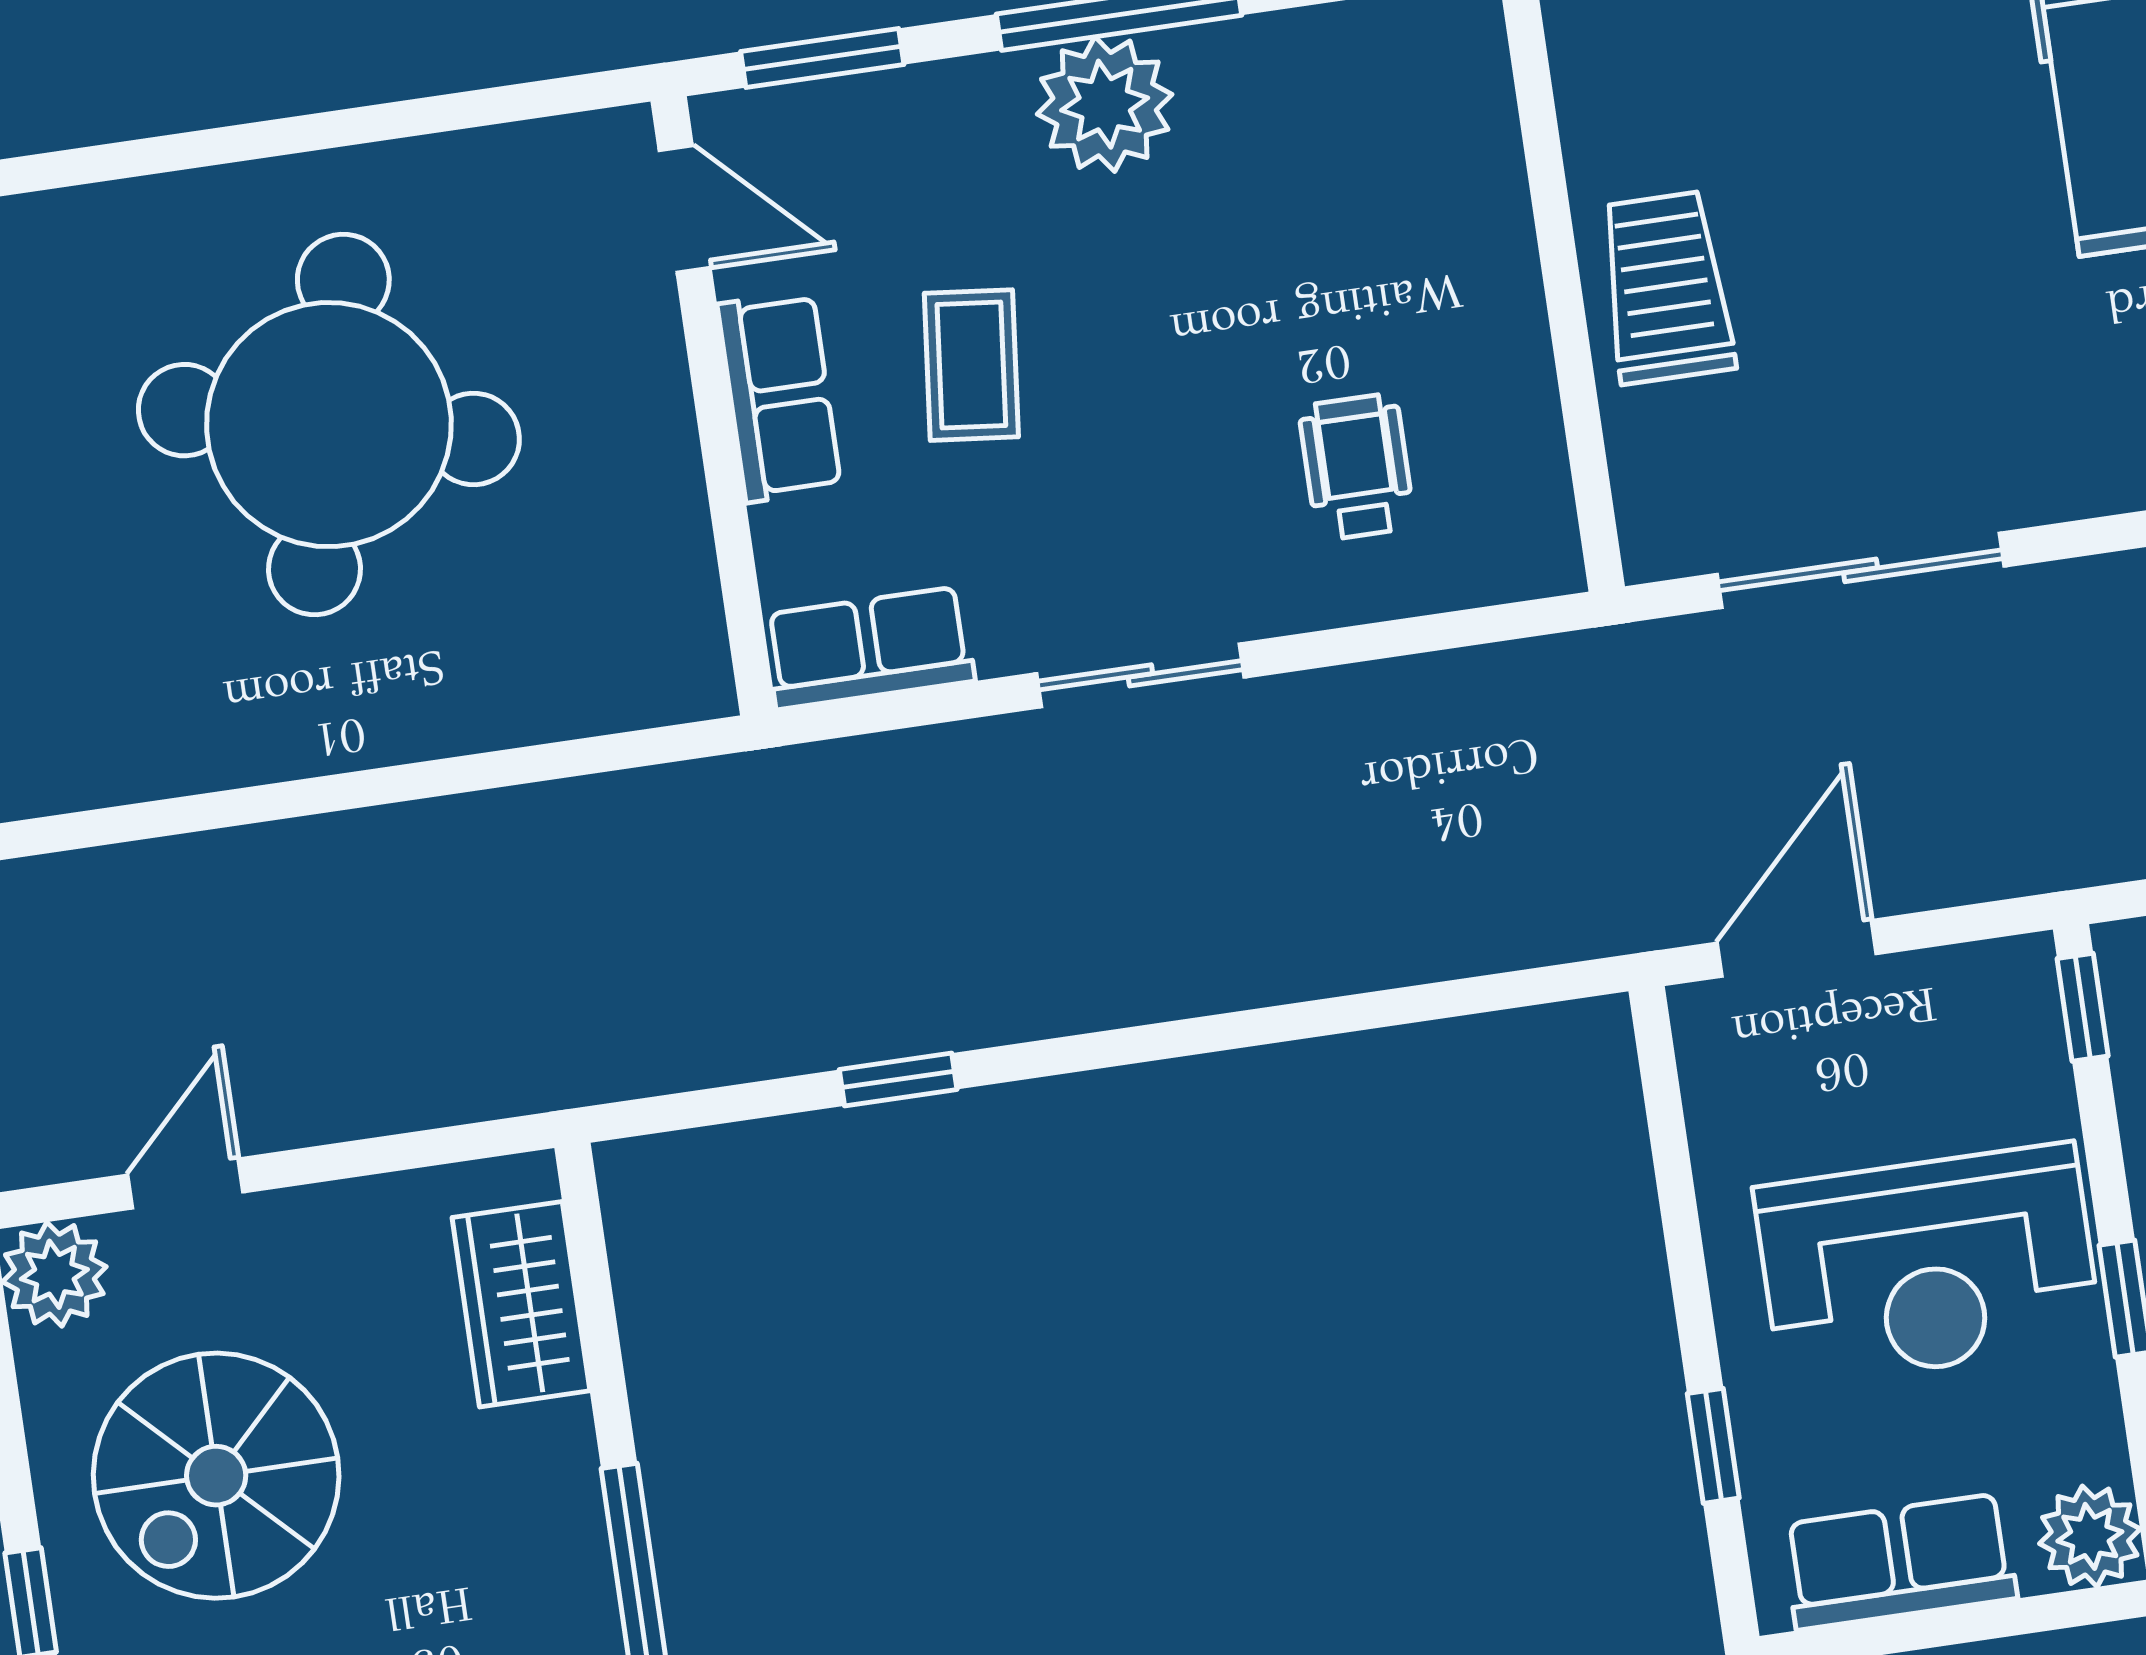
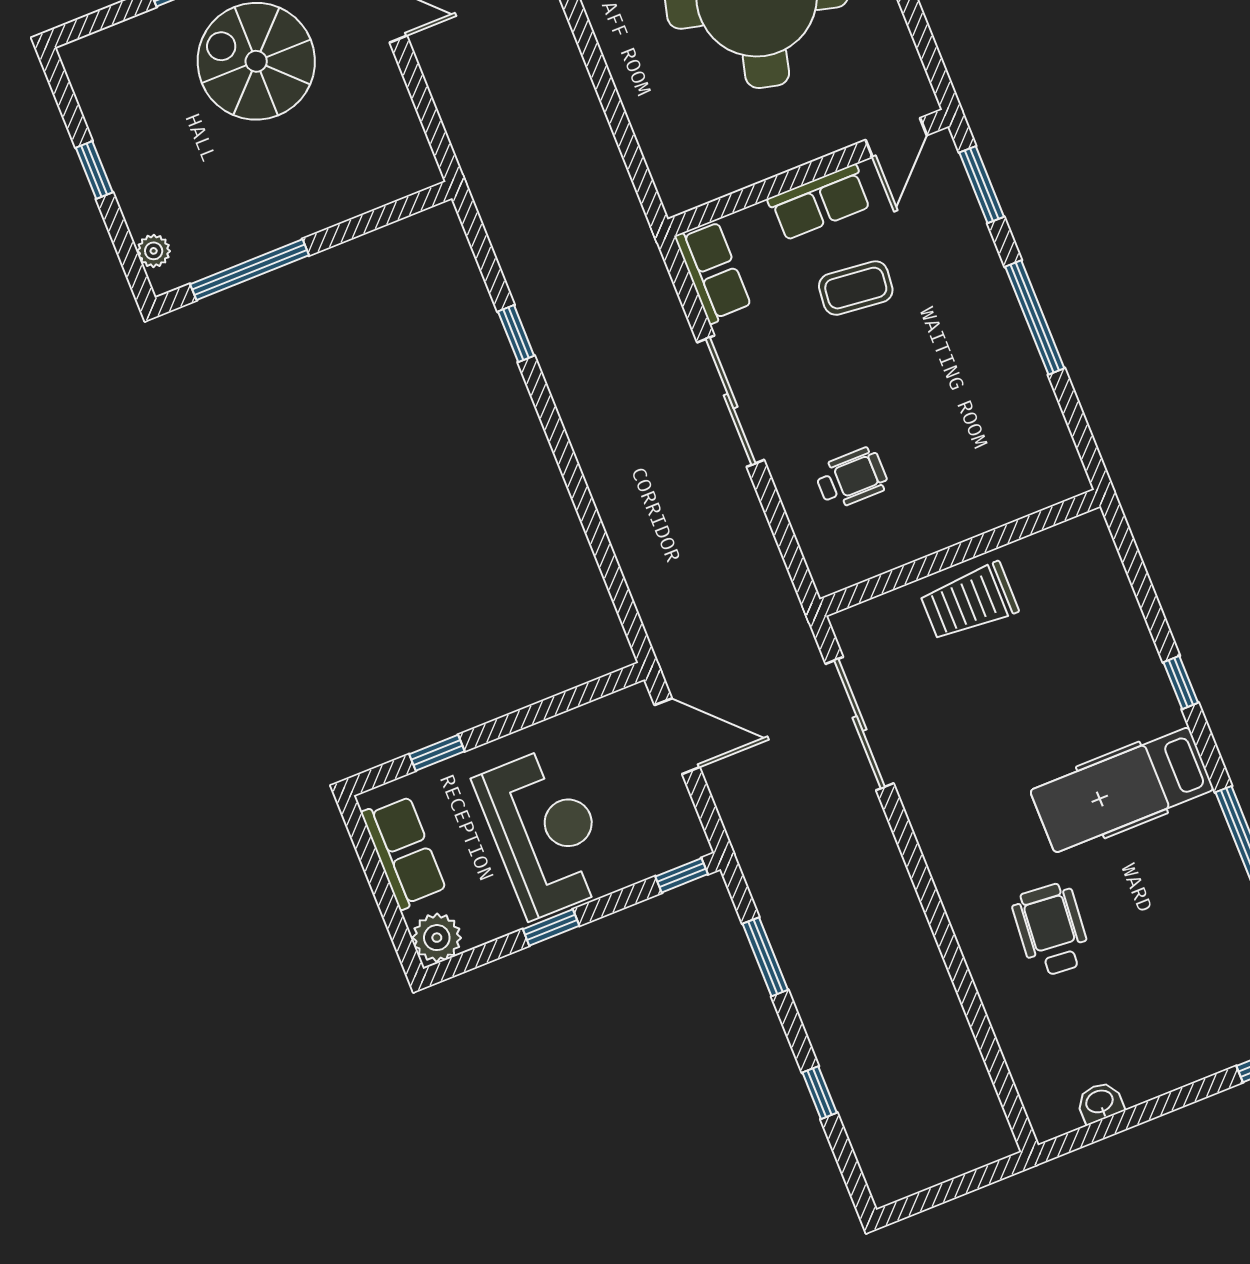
plant: (1105, 104) -> (992, 321), removed
trolley: (1666, 288) -> (969, 602), turned 180
sliding door: (1140, 675) -> (731, 401), width x1.37
reception desk: (1928, 1265) -> (545, 832), turned 180
wardrobe: (521, 1304) -> (370, 184), removed

